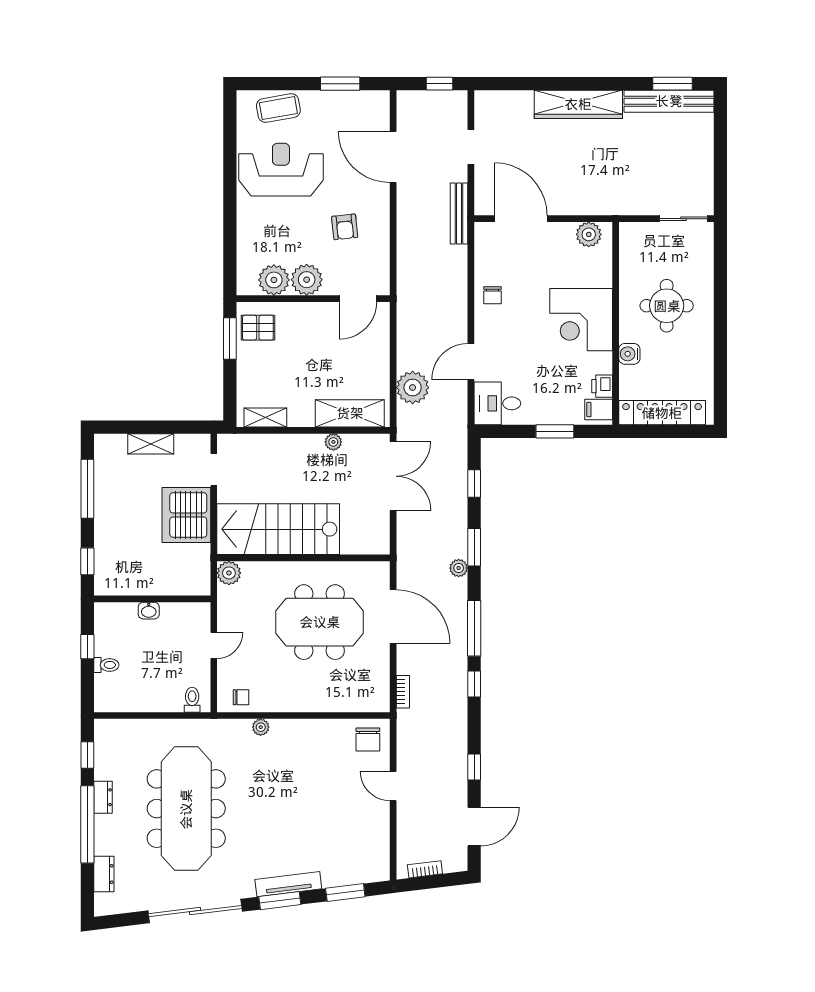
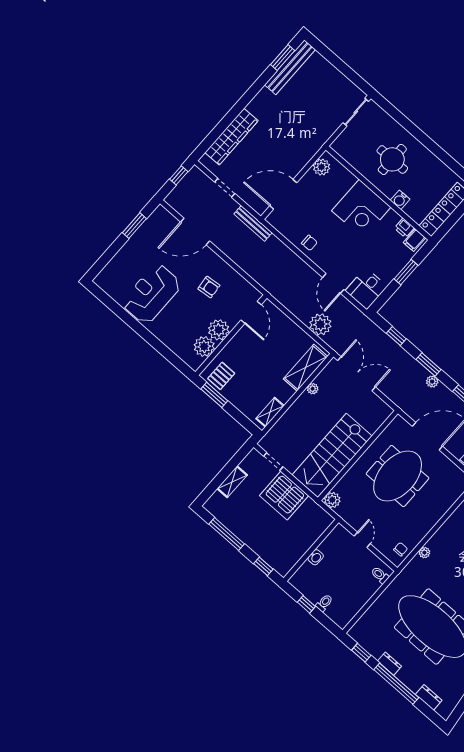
wardrobe: (578, 104) -> (231, 137), moved
coffee table: (278, 108) -> (119, 268), removed

